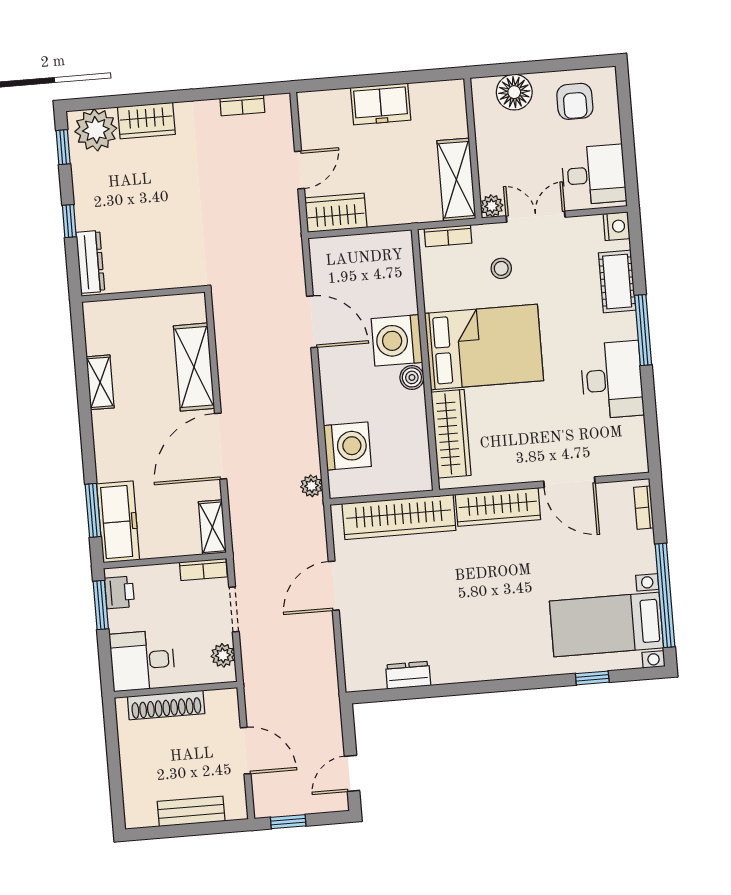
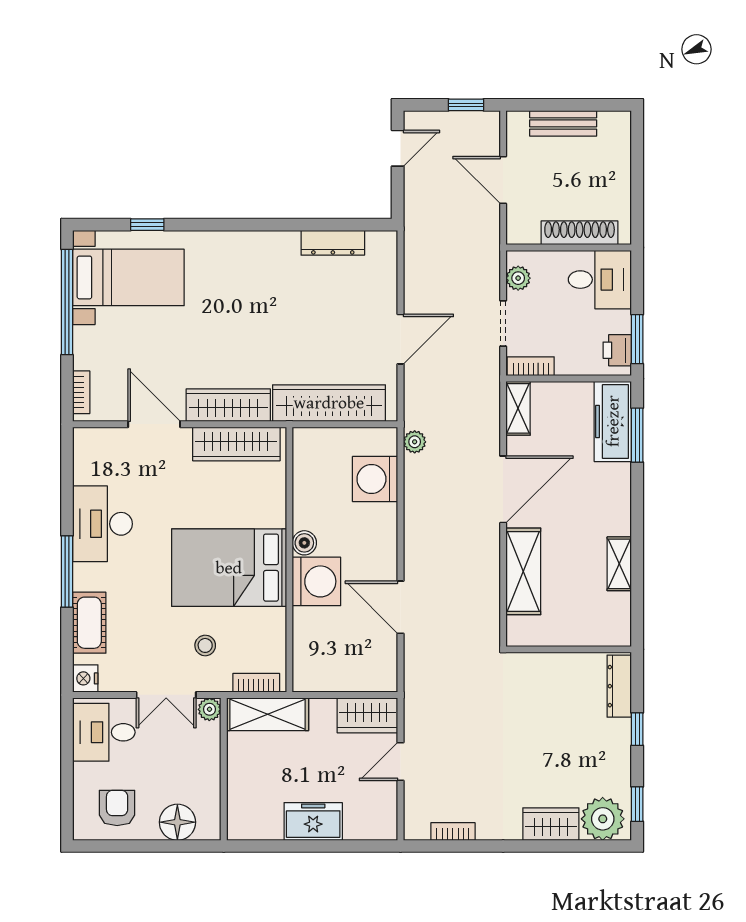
shelving: (456, 180) -> (268, 714), moved, turned 90
wardrobe: (451, 434) -> (236, 444), moved, turned -90
dresser: (408, 675) -> (333, 243), width x1.44

